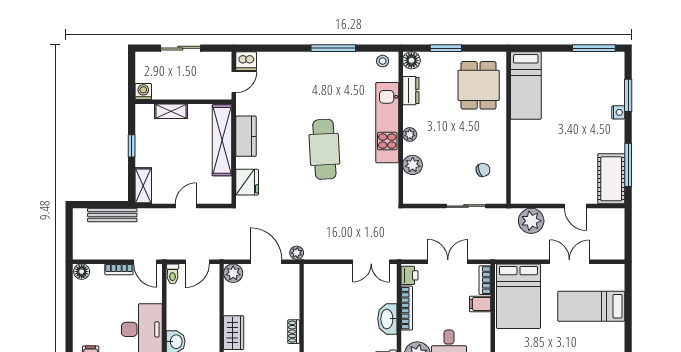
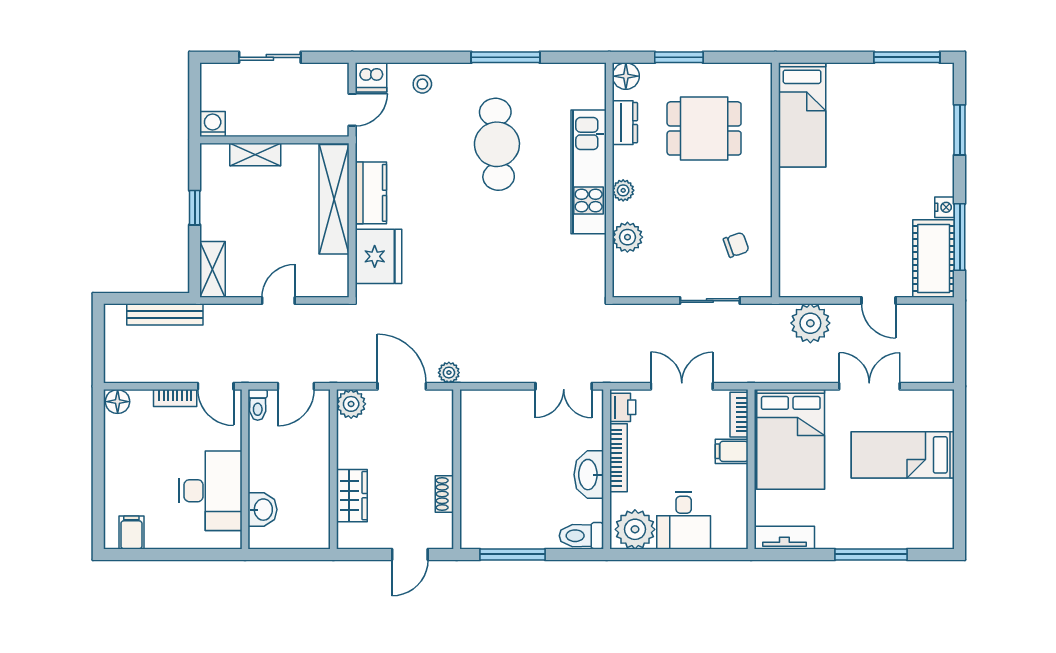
stool: (383, 61) -> (422, 84), moved
dining table: (479, 85) -> (704, 128), moved, turned 90
nightstand: (618, 112) -> (944, 207), moved
cafe table: (324, 149) -> (497, 144), moved
fridge: (247, 182) -> (378, 256), width x1.36, depth x1.34

